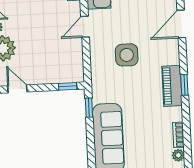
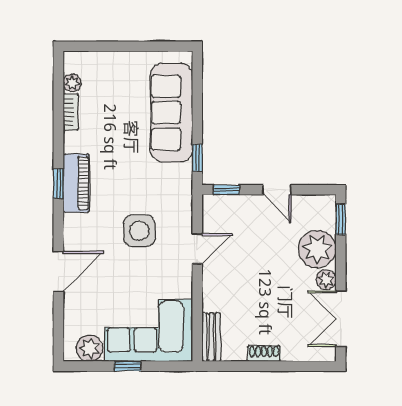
door: (85, 27) -> (197, 249), moved
door: (17, 89) -> (277, 190), moved

